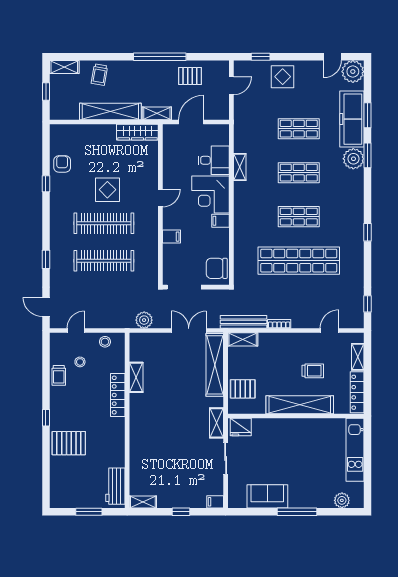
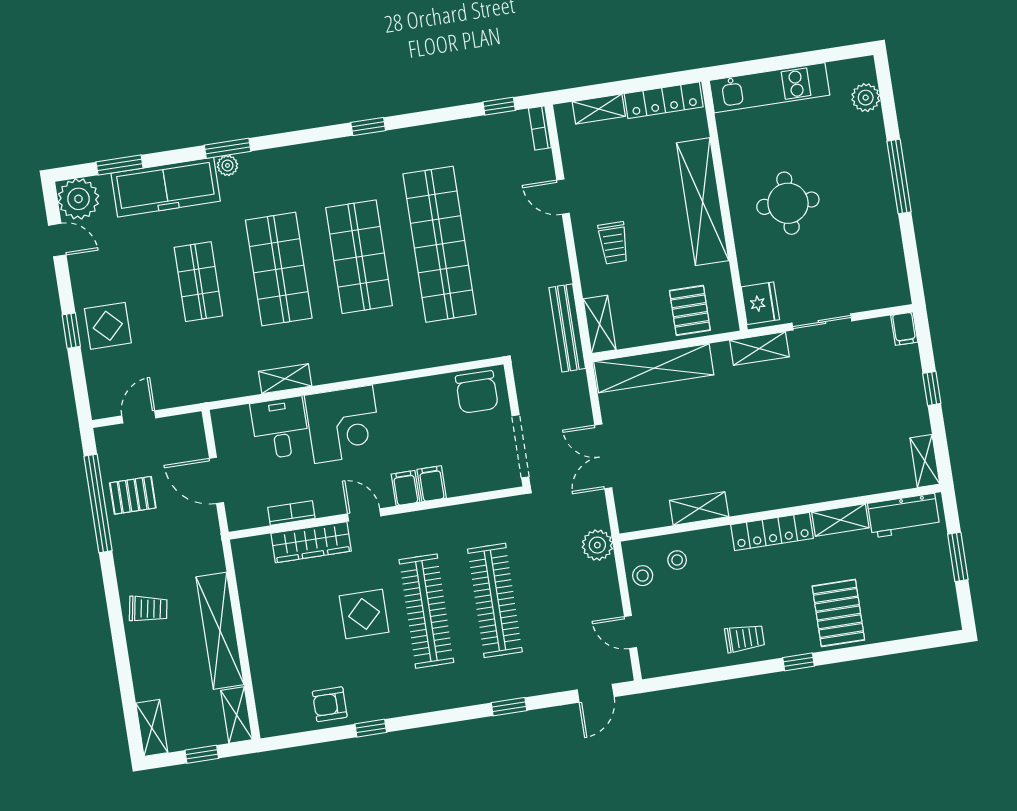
window: (160, 57) -> (98, 503), moved
window: (261, 57) -> (71, 331), moved
trolley: (99, 75) -> (148, 609), moved
pallet: (190, 76) -> (133, 495), turned 90
door: (231, 86) -> (139, 417), hinge flipped
shelving: (157, 113) -> (237, 715), moved
window: (368, 115) -> (120, 165), moved
wardrobe: (137, 132) -> (311, 542), moved, turned 90
bookcase: (167, 159) -> (291, 513), added
plant: (353, 159) -> (227, 165), width x0.53, depth x0.53
shop shelf: (299, 173) -> (279, 269), width x1.43, depth x1.36
shop shelf: (299, 217) -> (359, 257), width x1.43, depth x1.36
filing cabinet: (221, 221) -> (405, 488), moved, turned 180
plant: (144, 320) -> (597, 545), moved
bookcase: (279, 324) -> (540, 128), moved
double door: (189, 331) -> (603, 456), moved
door: (330, 331) -> (563, 197), moved
stool: (80, 362) -> (677, 560), moved
trolley: (313, 371) -> (613, 243), moved, turned 180
trolley: (59, 375) -> (745, 638), moved
locker: (118, 395) -> (772, 532), moved
round table: (292, 450) -> (788, 203), added
shelving: (118, 452) -> (840, 520), added
sofa: (267, 496) -> (879, 235), removed

